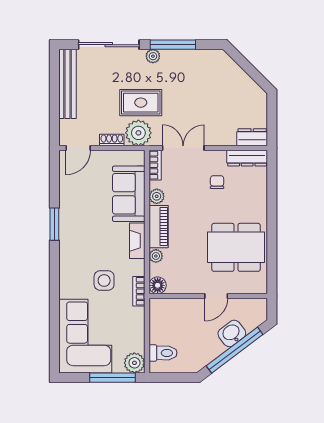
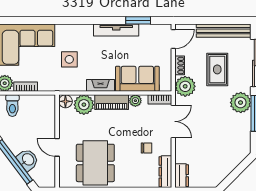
plant: (153, 56) -> (241, 103), width x1.88, depth x1.88
rug: (141, 103) -> (217, 69), moved
door: (78, 148) -> (173, 39), swing flipped
tv unit: (67, 221) -> (116, 30), added
window: (54, 224) -> (138, 20), moved
plant: (156, 256) -> (84, 105), width x1.88, depth x1.88
bookcase: (139, 291) -> (26, 87), moved

